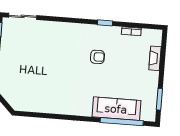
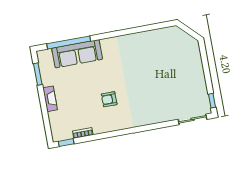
window: (105, 23) -> (66, 143), moved
fireplace: (155, 58) -> (50, 99), moved

